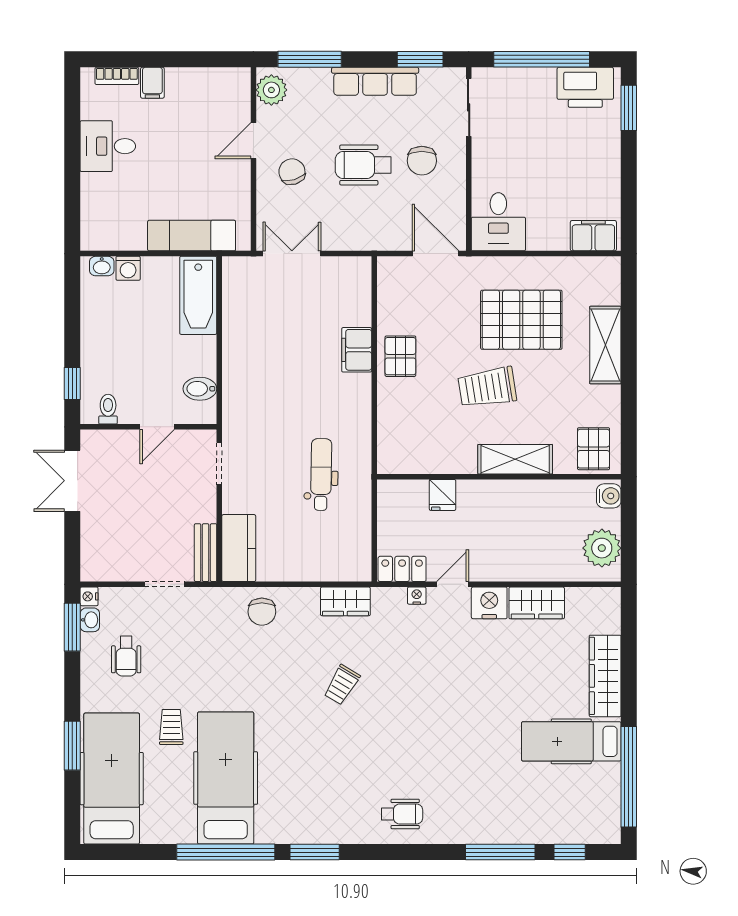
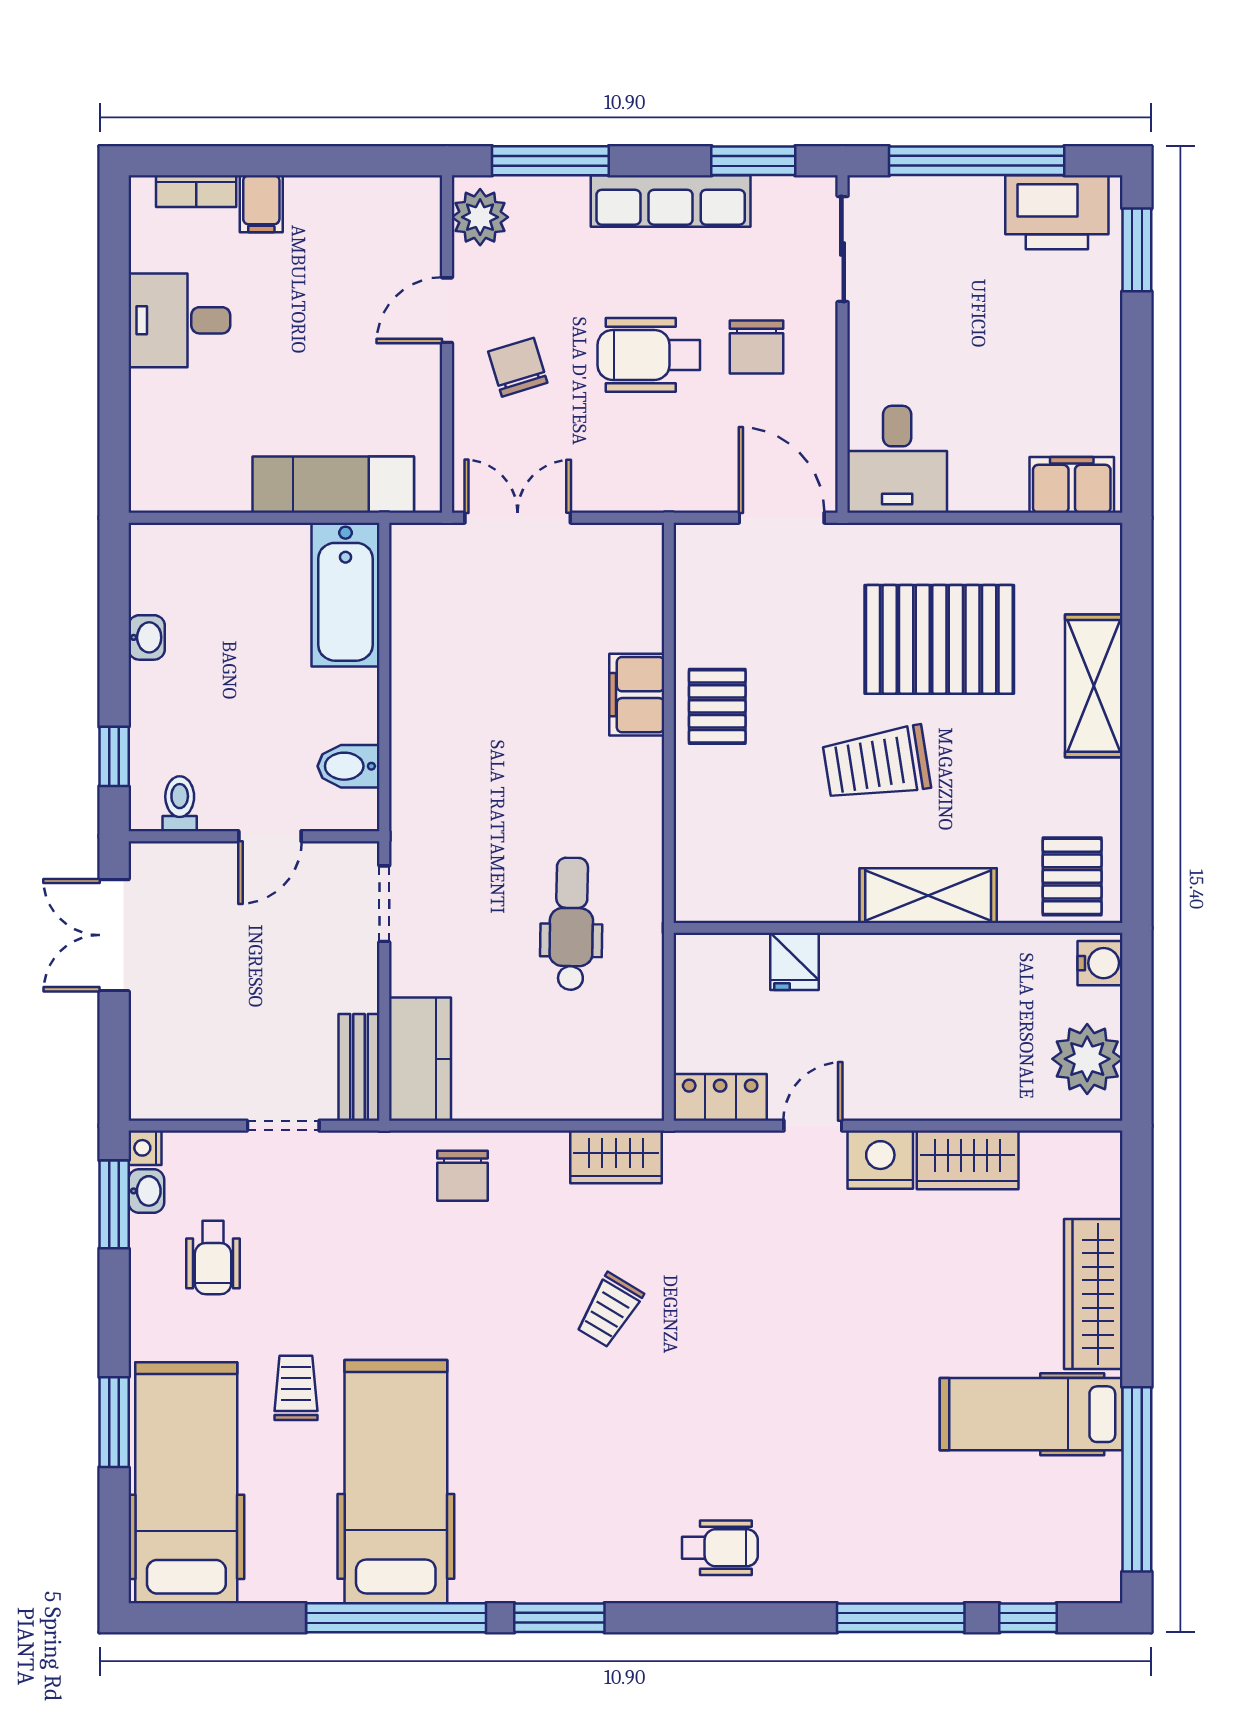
washbasin: (102, 266) -> (147, 637), moved, turned -90
washing machine: (128, 268) -> (217, 545), removed
nightstand: (417, 596) -> (747, 1146), removed

